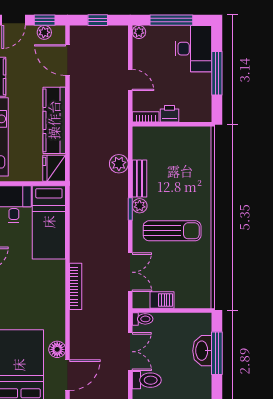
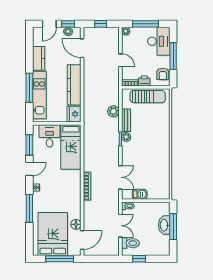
armchair: (200, 102) -> (163, 74), added
sun lounger: (172, 231) -> (148, 97), moved

